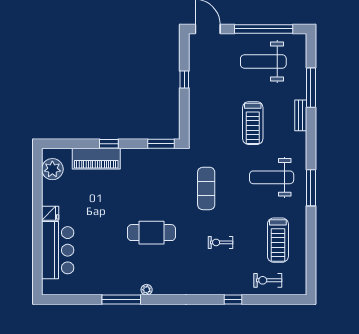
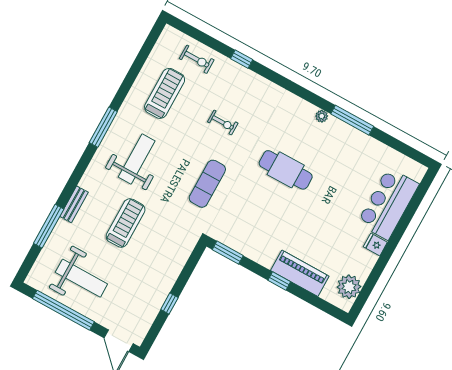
weight bench: (272, 177) -> (137, 159), turned -90

